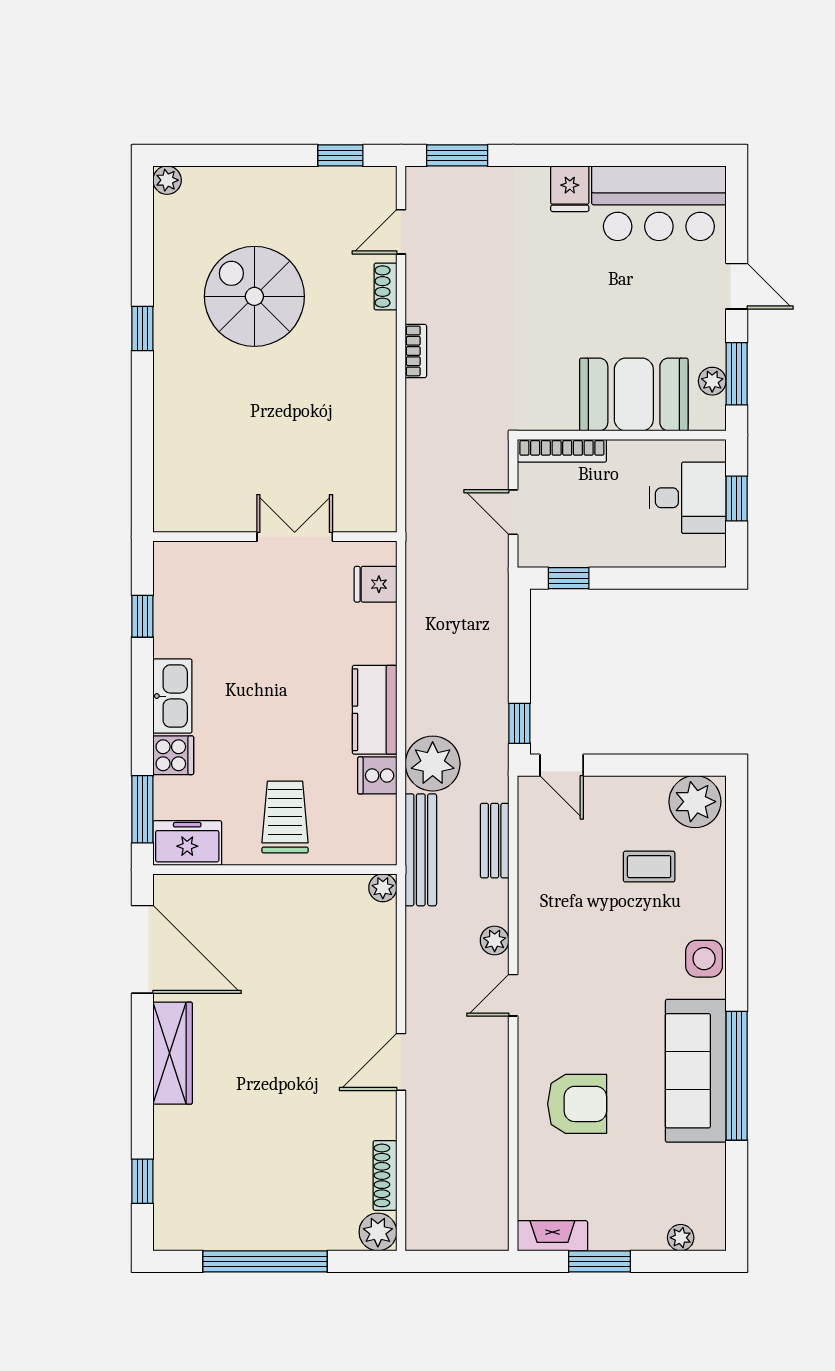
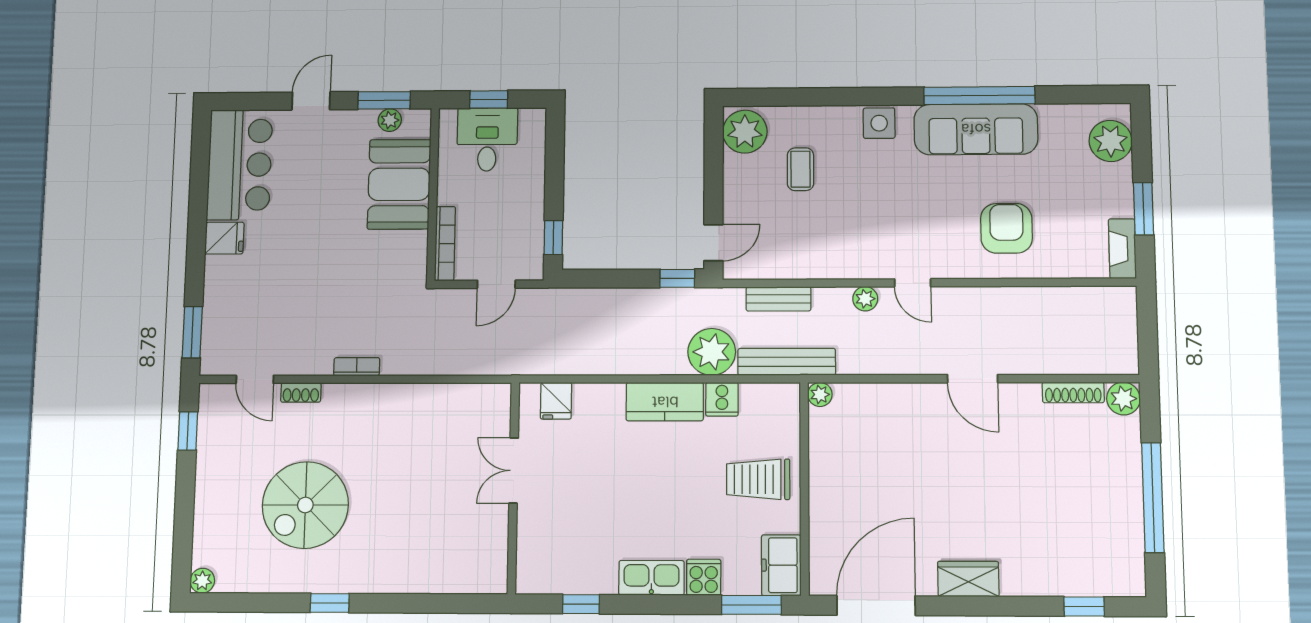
wardrobe: (173, 1053) -> (968, 579), width x0.67
plant: (681, 1238) -> (1111, 141), width x1.88, depth x1.88

